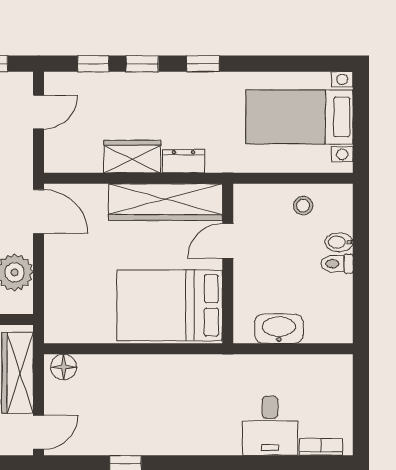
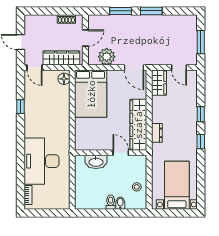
window: (93, 64) -> (201, 92), removed
wardrobe: (132, 157) -> (159, 83), moved
door: (39, 212) -> (134, 67), hinge flipped
bed: (170, 305) -> (91, 94), moved, turned 180
washbasin: (279, 329) -> (96, 162), moved, turned 90
desk: (270, 426) -> (42, 161), width x1.87, depth x1.30

